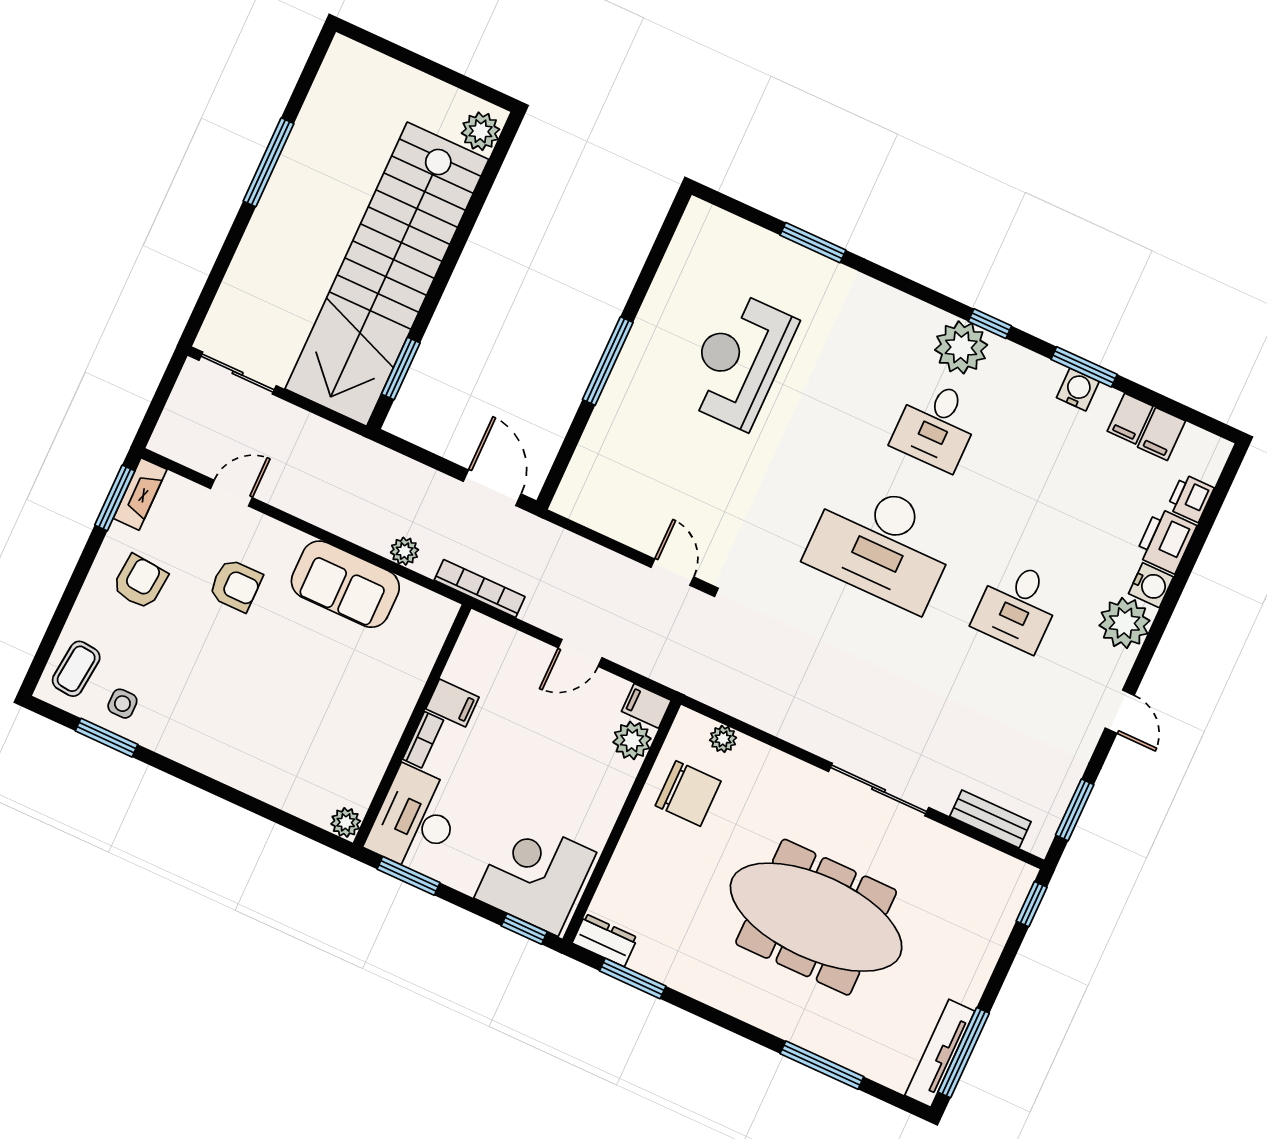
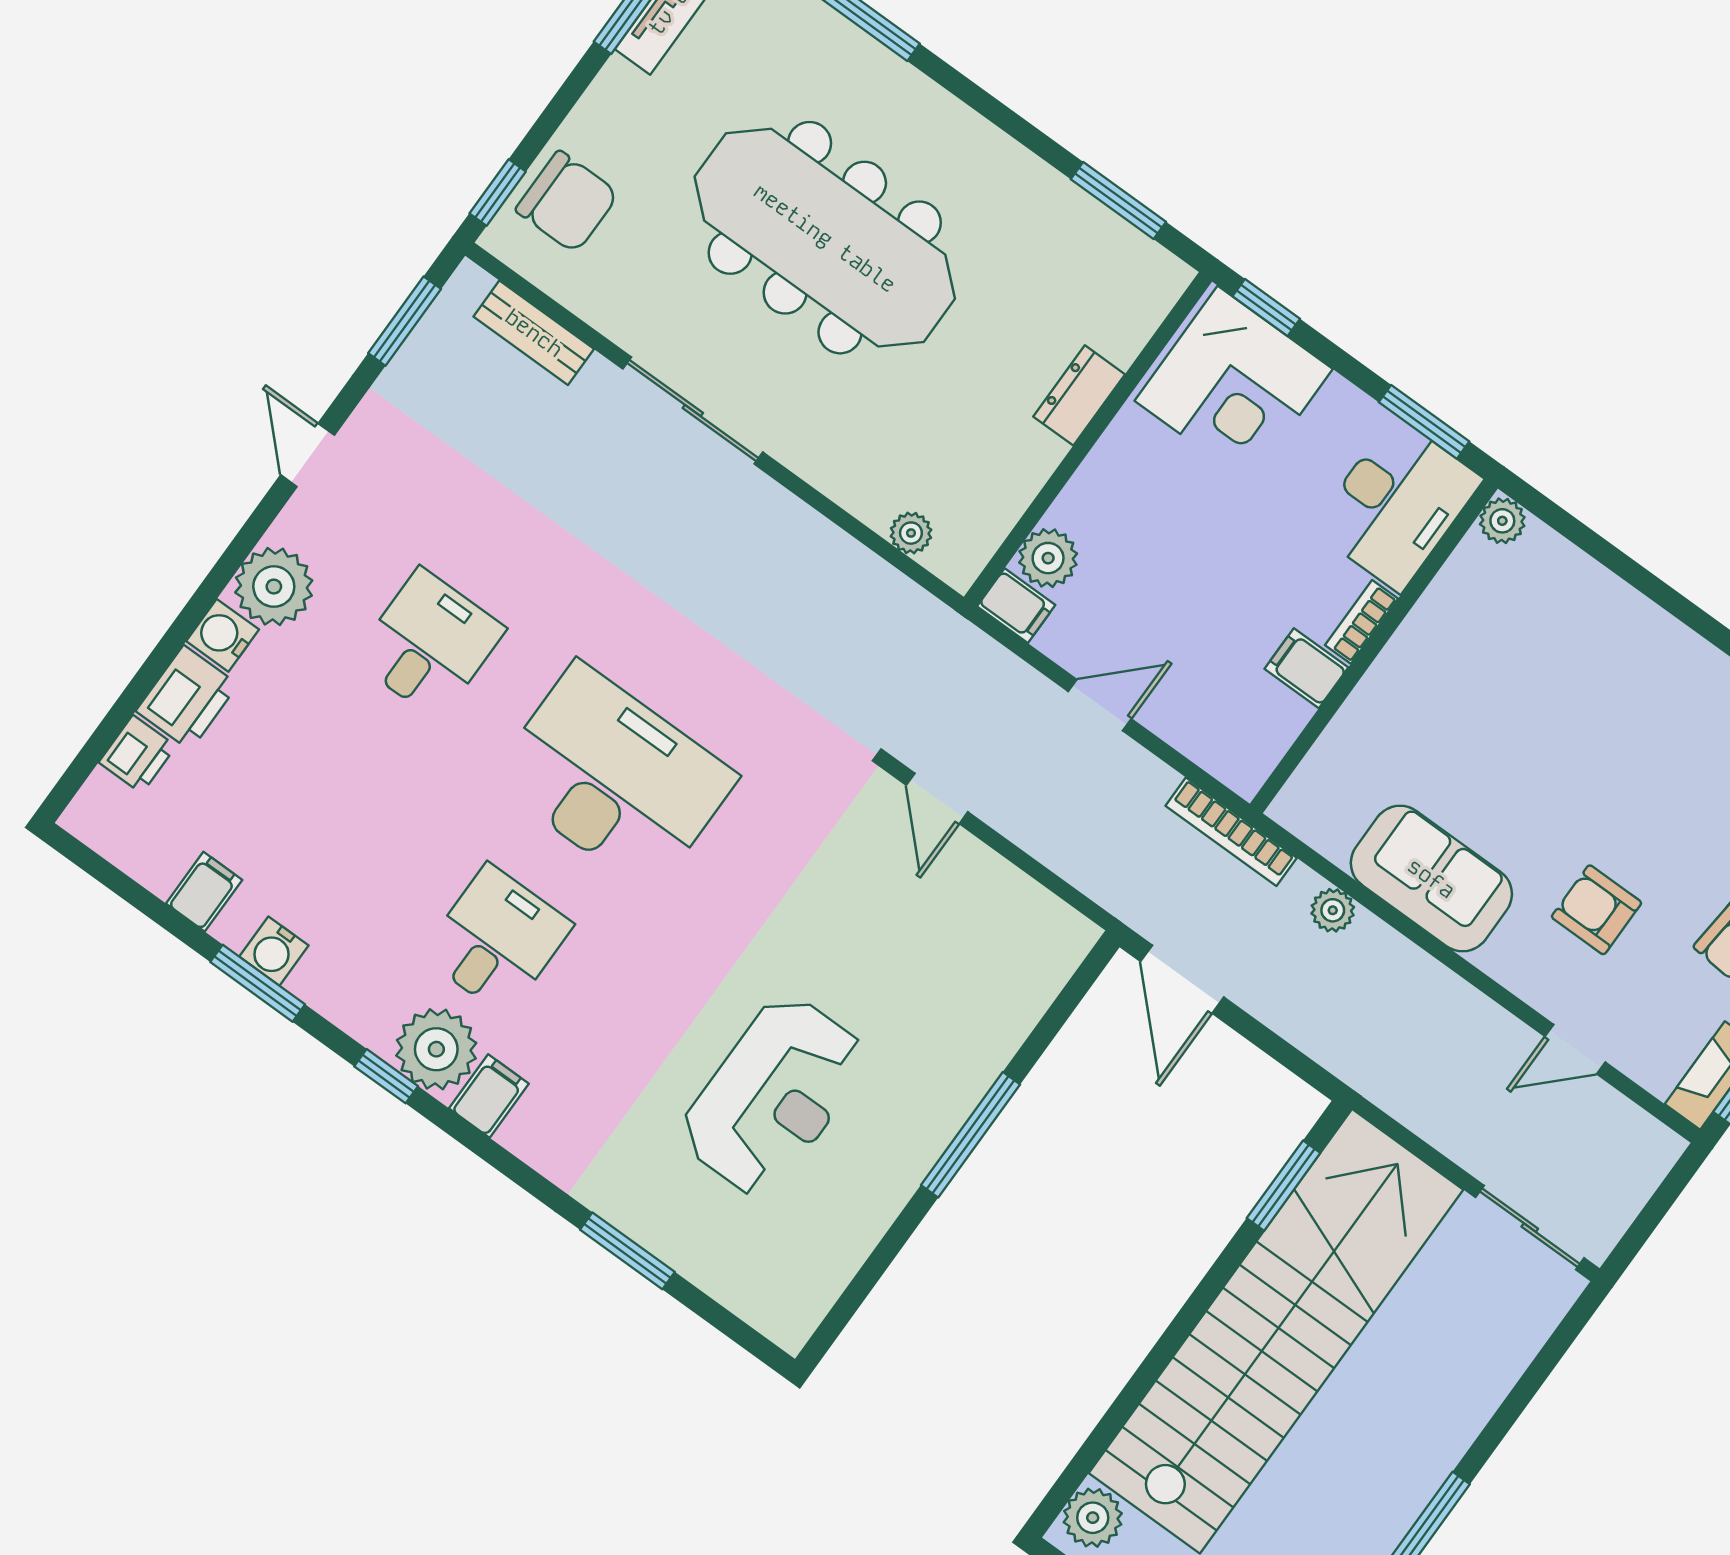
filing cabinet: (1161, 434) -> (489, 1096), moved
chair: (688, 793) -> (567, 202), moved, turned 180
dresser: (605, 940) -> (1079, 395), moved, turned 90

